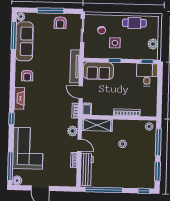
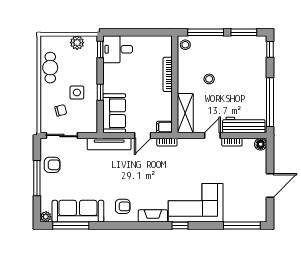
plant: (73, 131) -> (194, 145), removed
corner sofa: (28, 148) -> (196, 203), moved
floor lamp: (17, 180) -> (261, 144), moved

